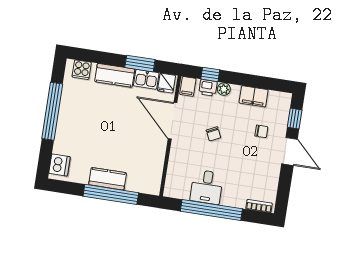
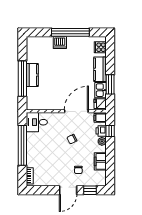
dishwasher: (59, 165) -> (60, 42), moved
desk: (207, 187) -> (37, 122), moved

